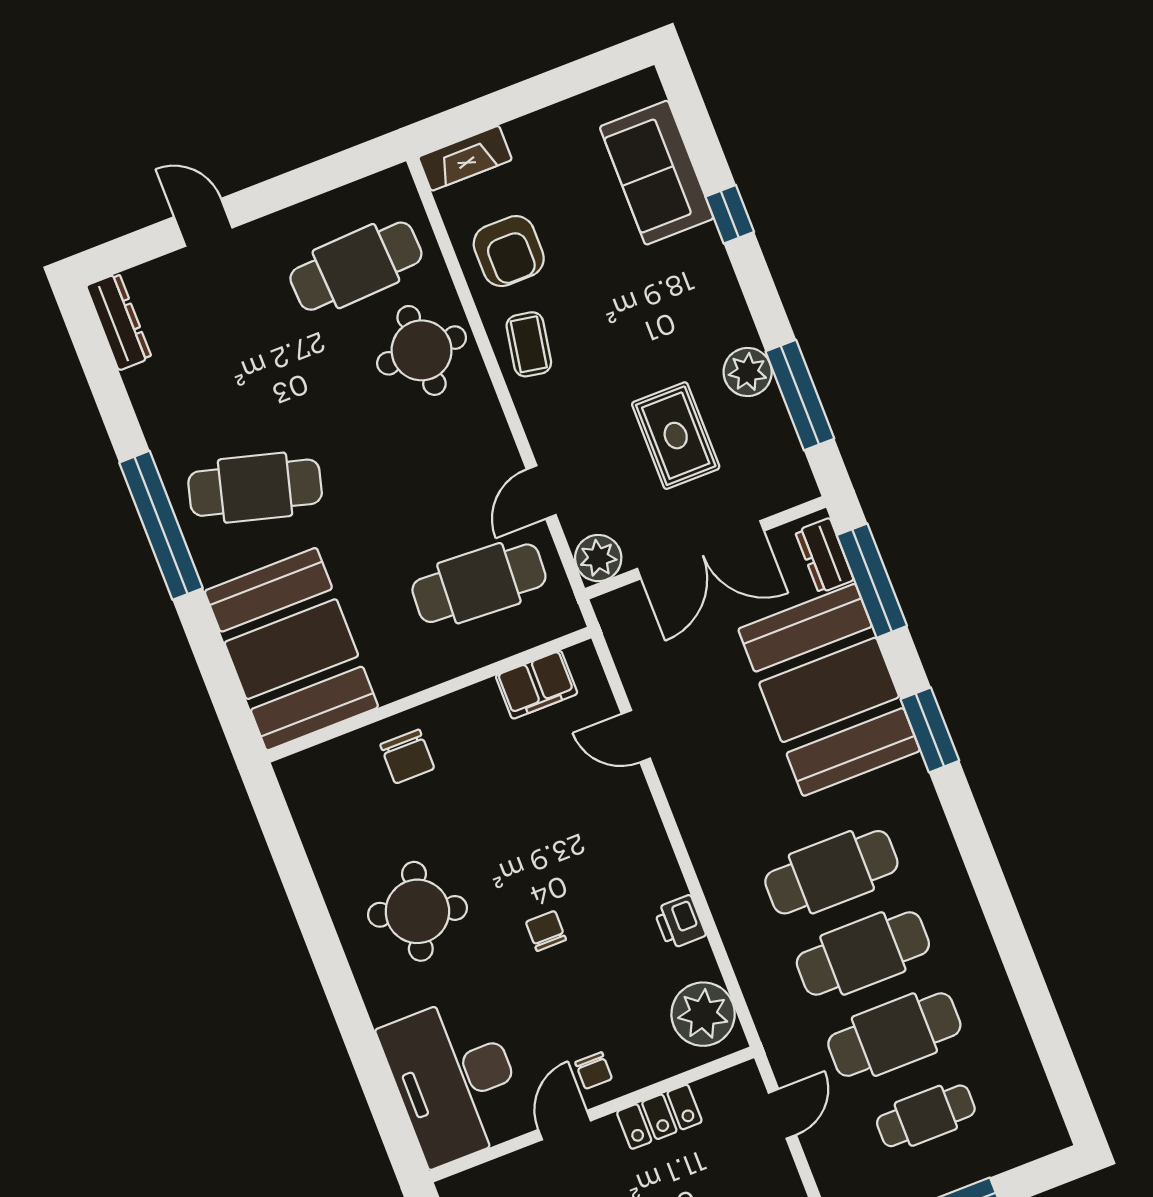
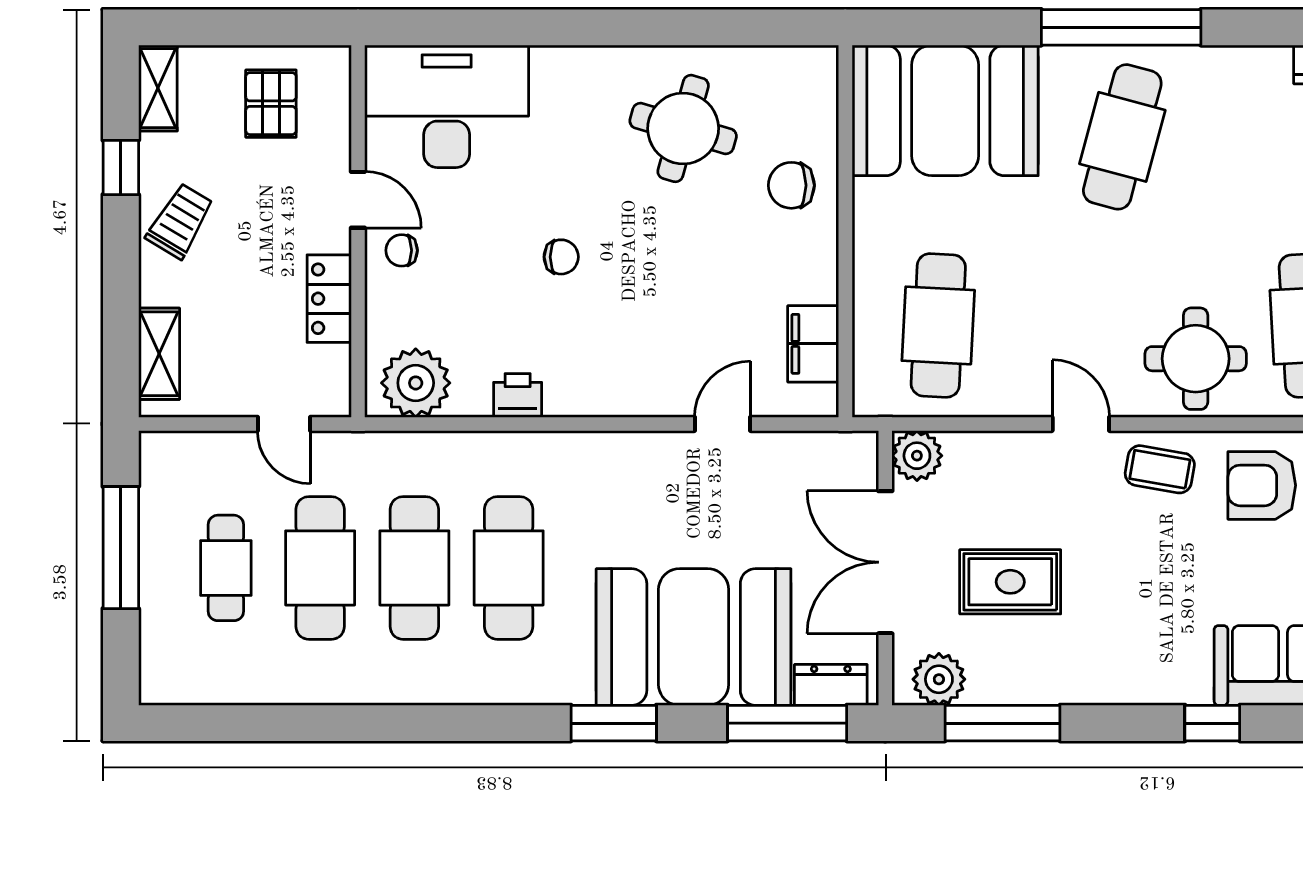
plant: (748, 372) -> (939, 679), moved
door: (541, 492) -> (1081, 424), moved
round table: (417, 911) -> (683, 128), moved

